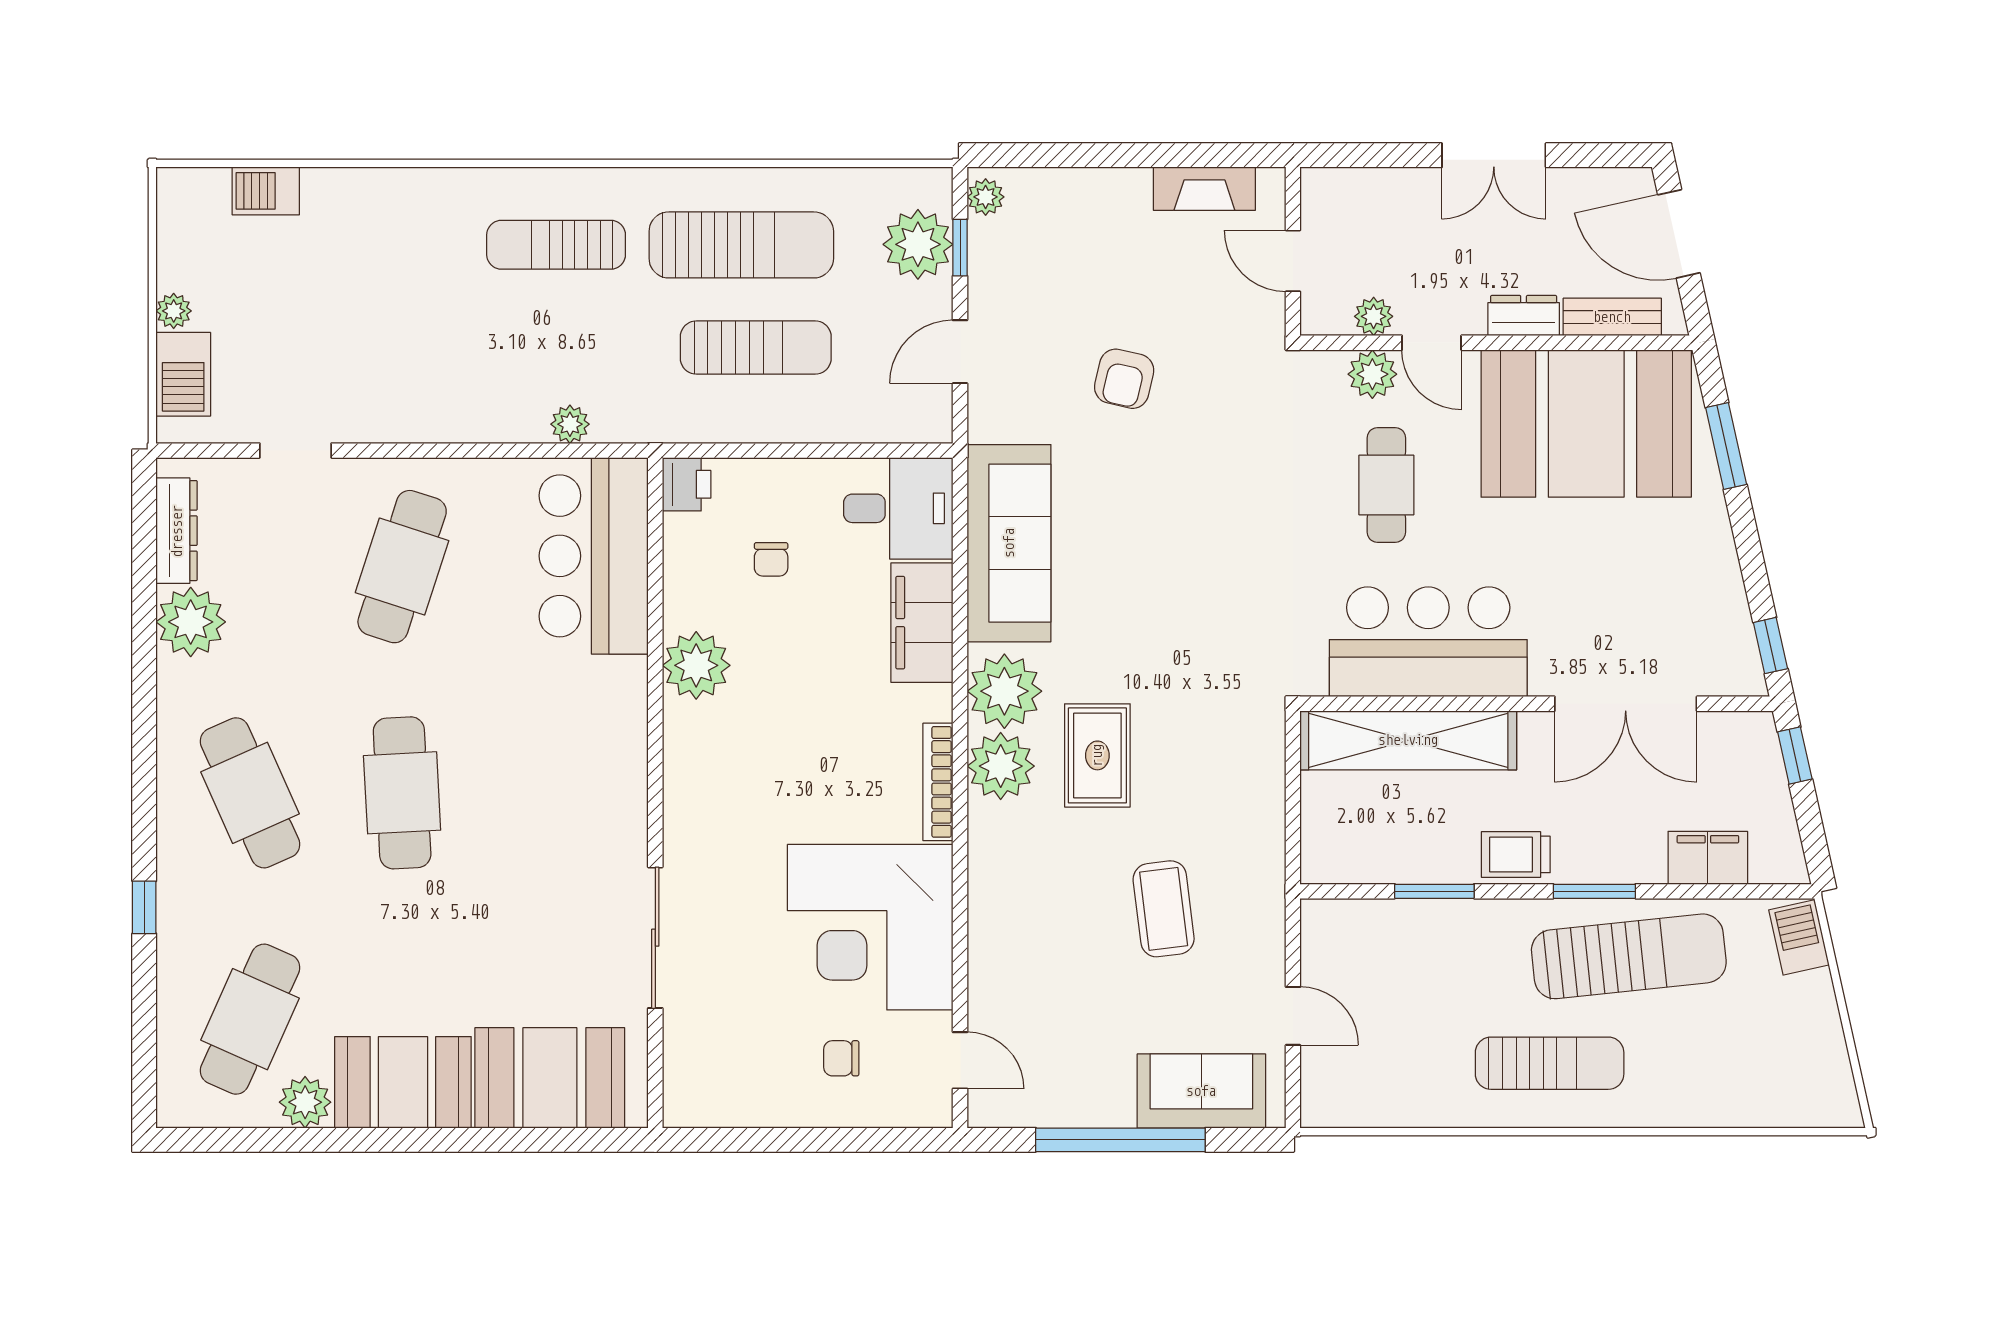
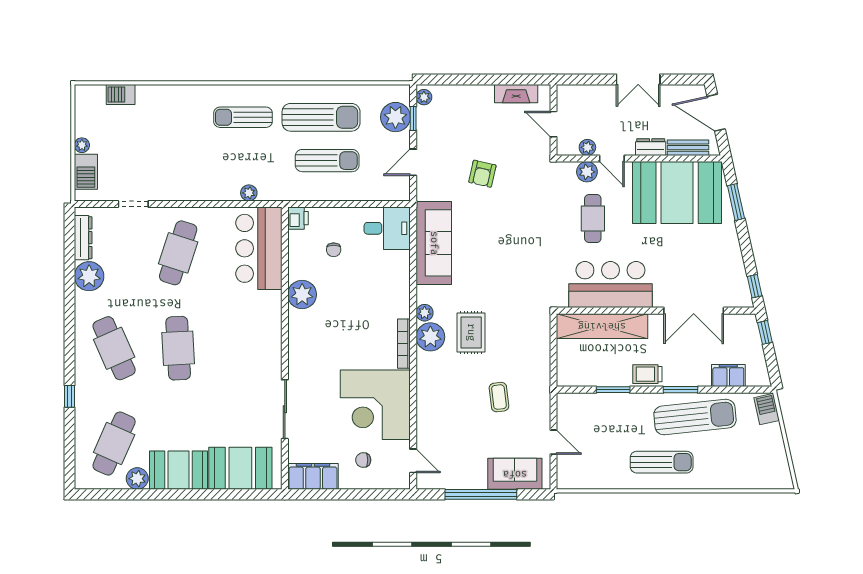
filing cabinet: (922, 623) -> (313, 476), moved, turned 90
plant: (1004, 691) -> (425, 313), width x0.53, depth x0.53
coffee table: (1164, 909) -> (499, 397), width x0.73, depth x0.77

